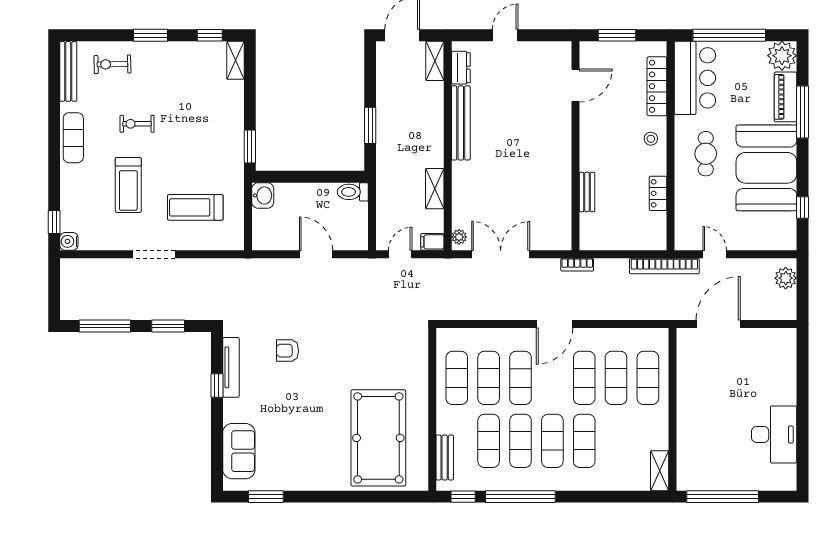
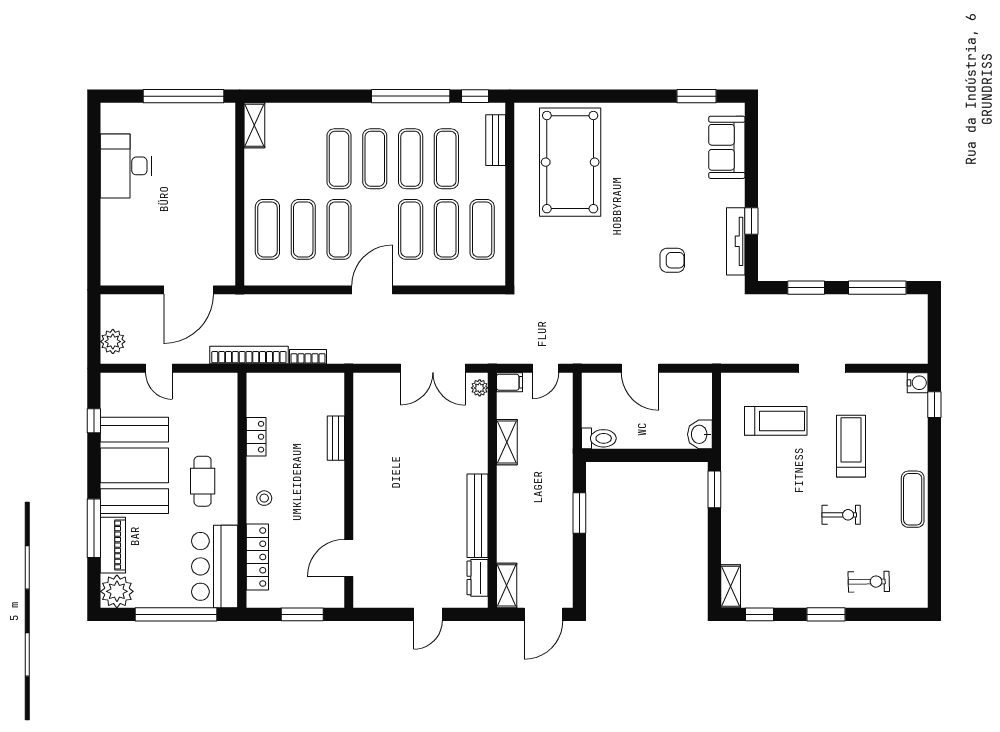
bench: (68, 71) -> (918, 574), removed
door: (715, 254) -> (159, 368), moved
bookcase: (577, 265) -> (308, 357), moved

